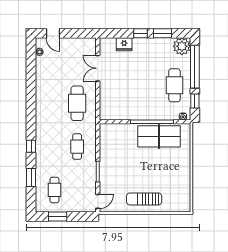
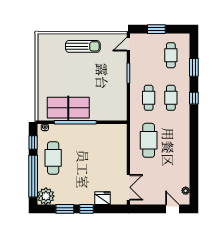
double door: (98, 68) -> (128, 187), moved
cafe table: (54, 147) -> (171, 98), added
window: (58, 217) -> (156, 29), moved

